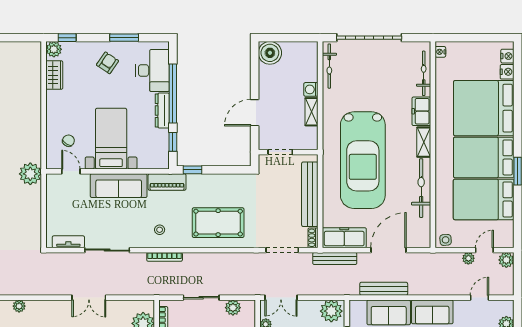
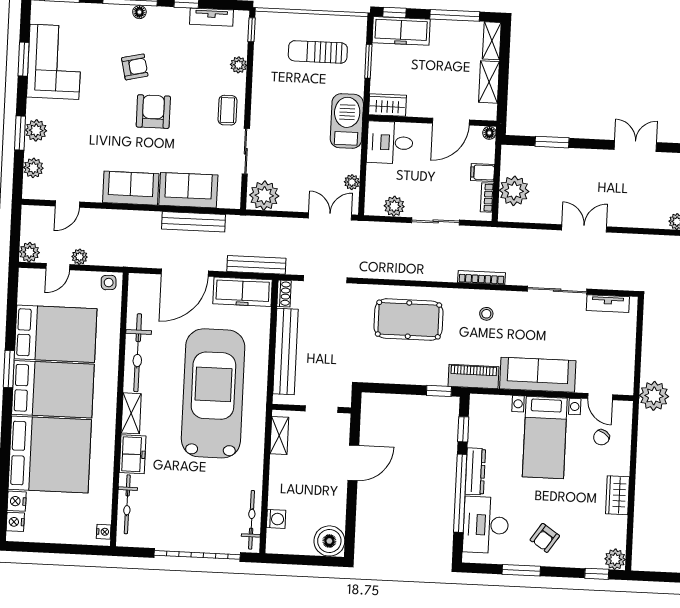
wardrobe: (54, 75) -> (618, 495), moved
washing machine: (311, 89) -> (276, 519), moved
shelving: (311, 112) -> (279, 435), moved

